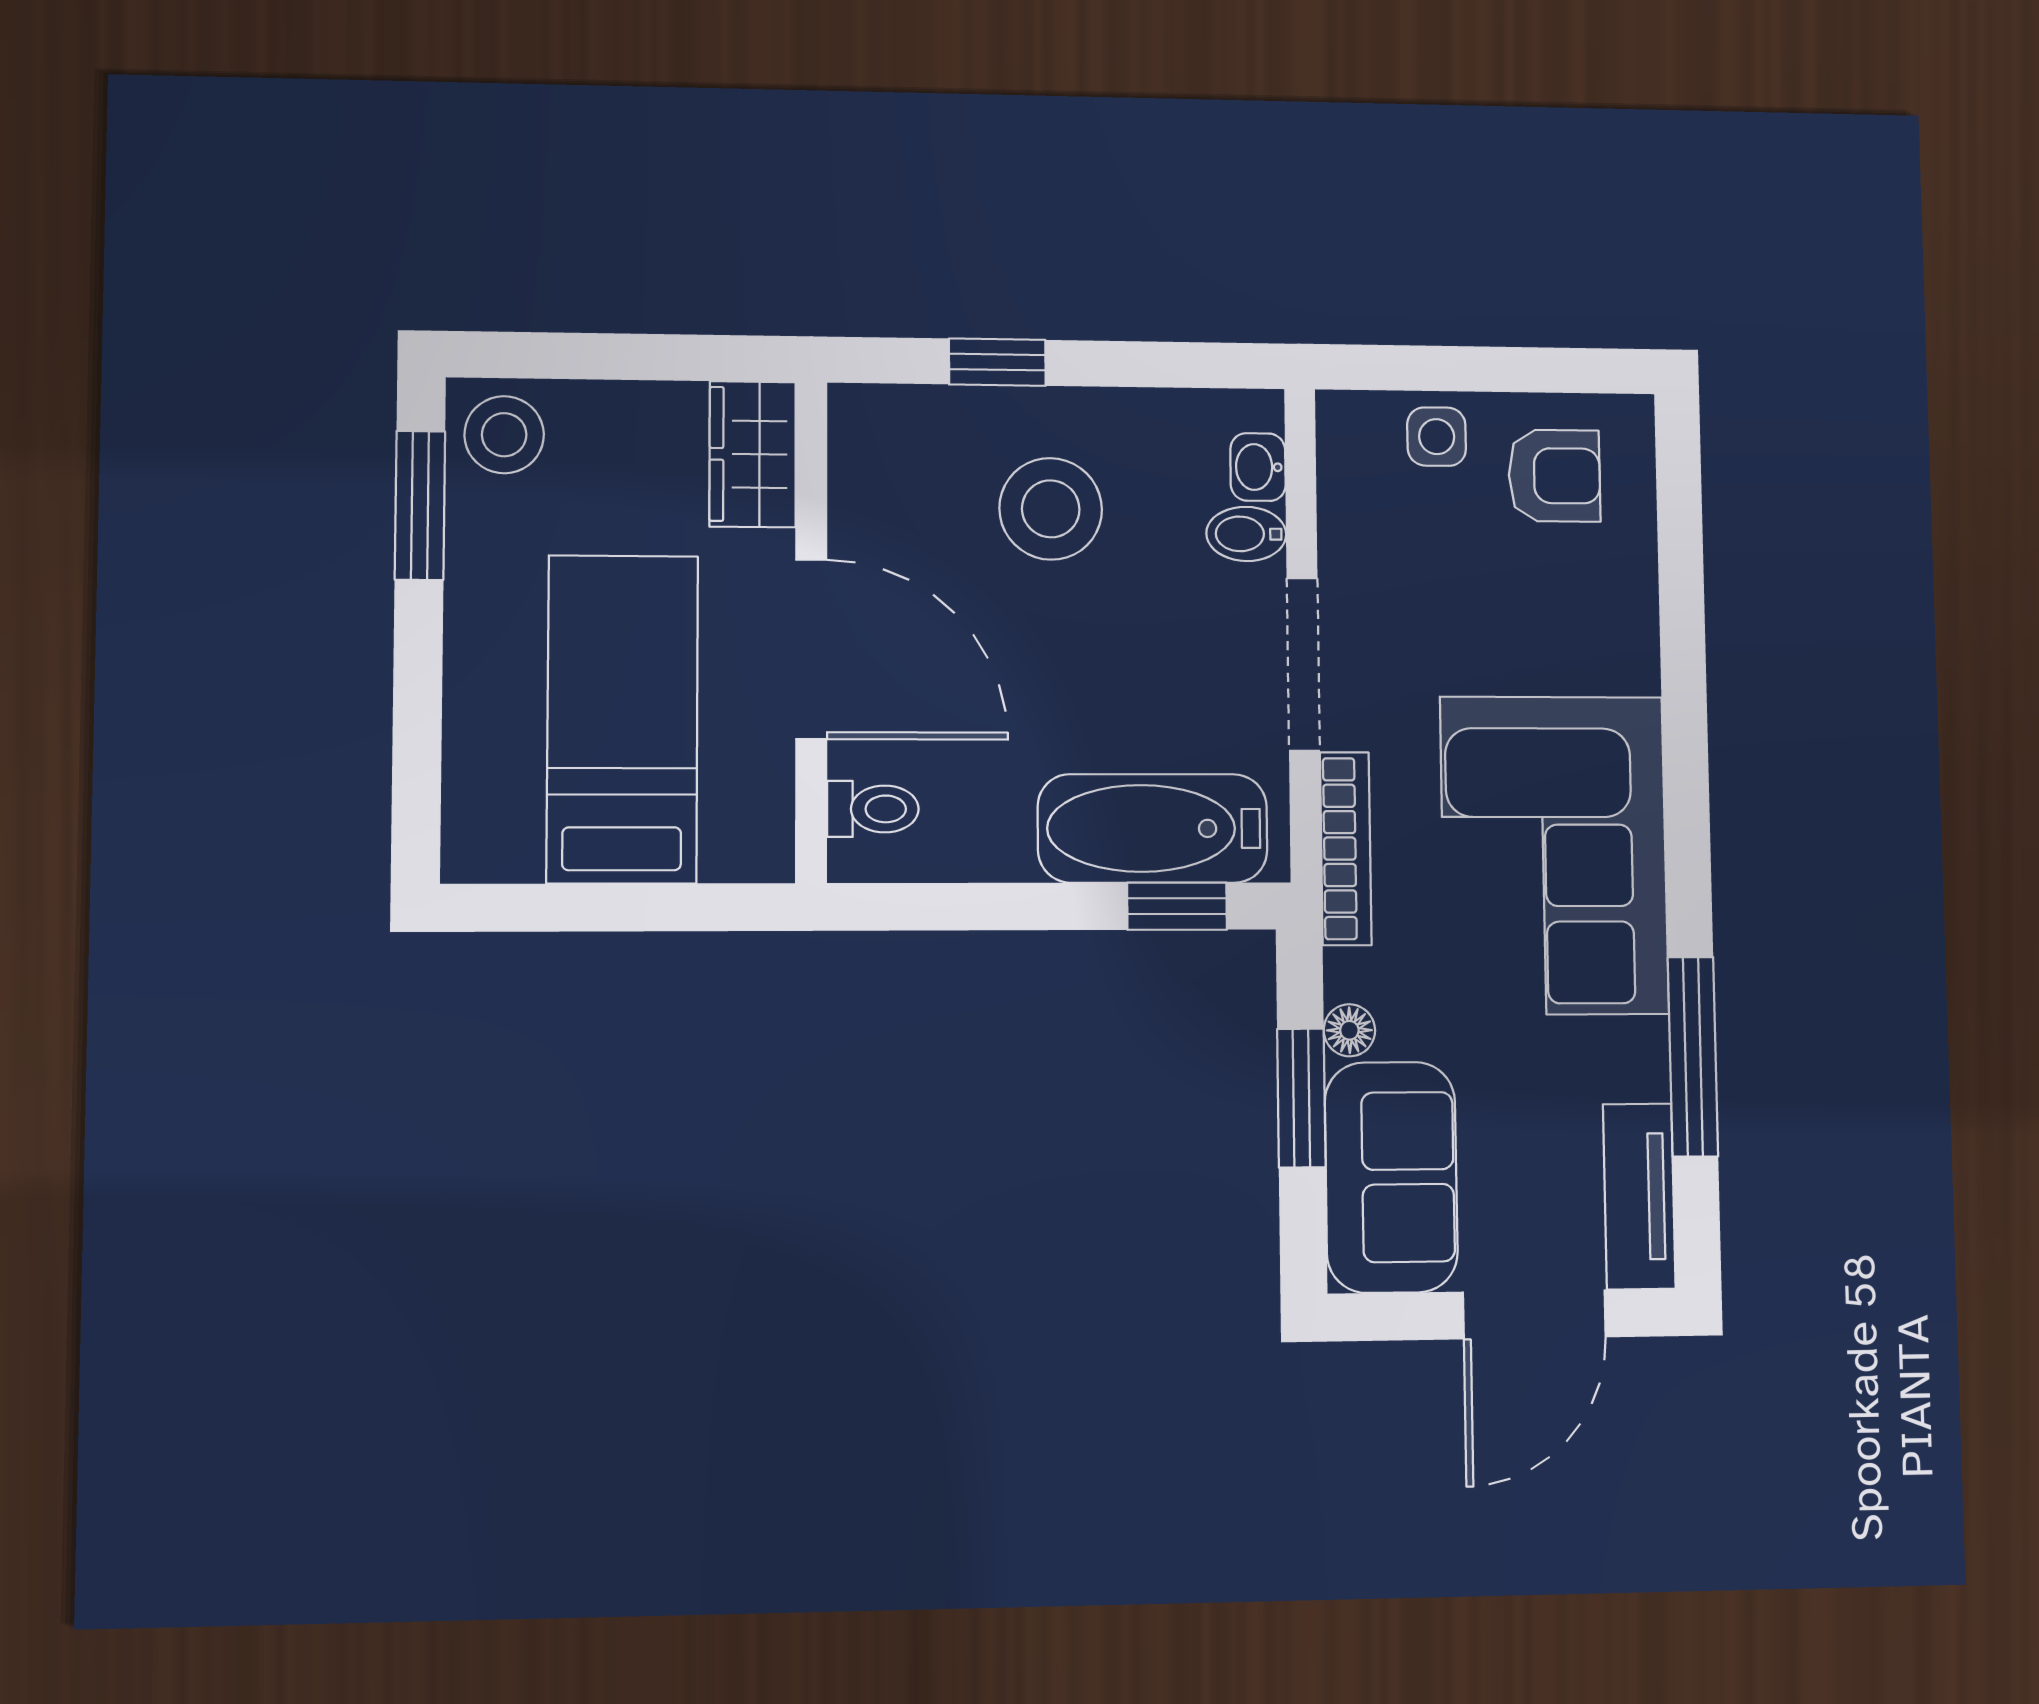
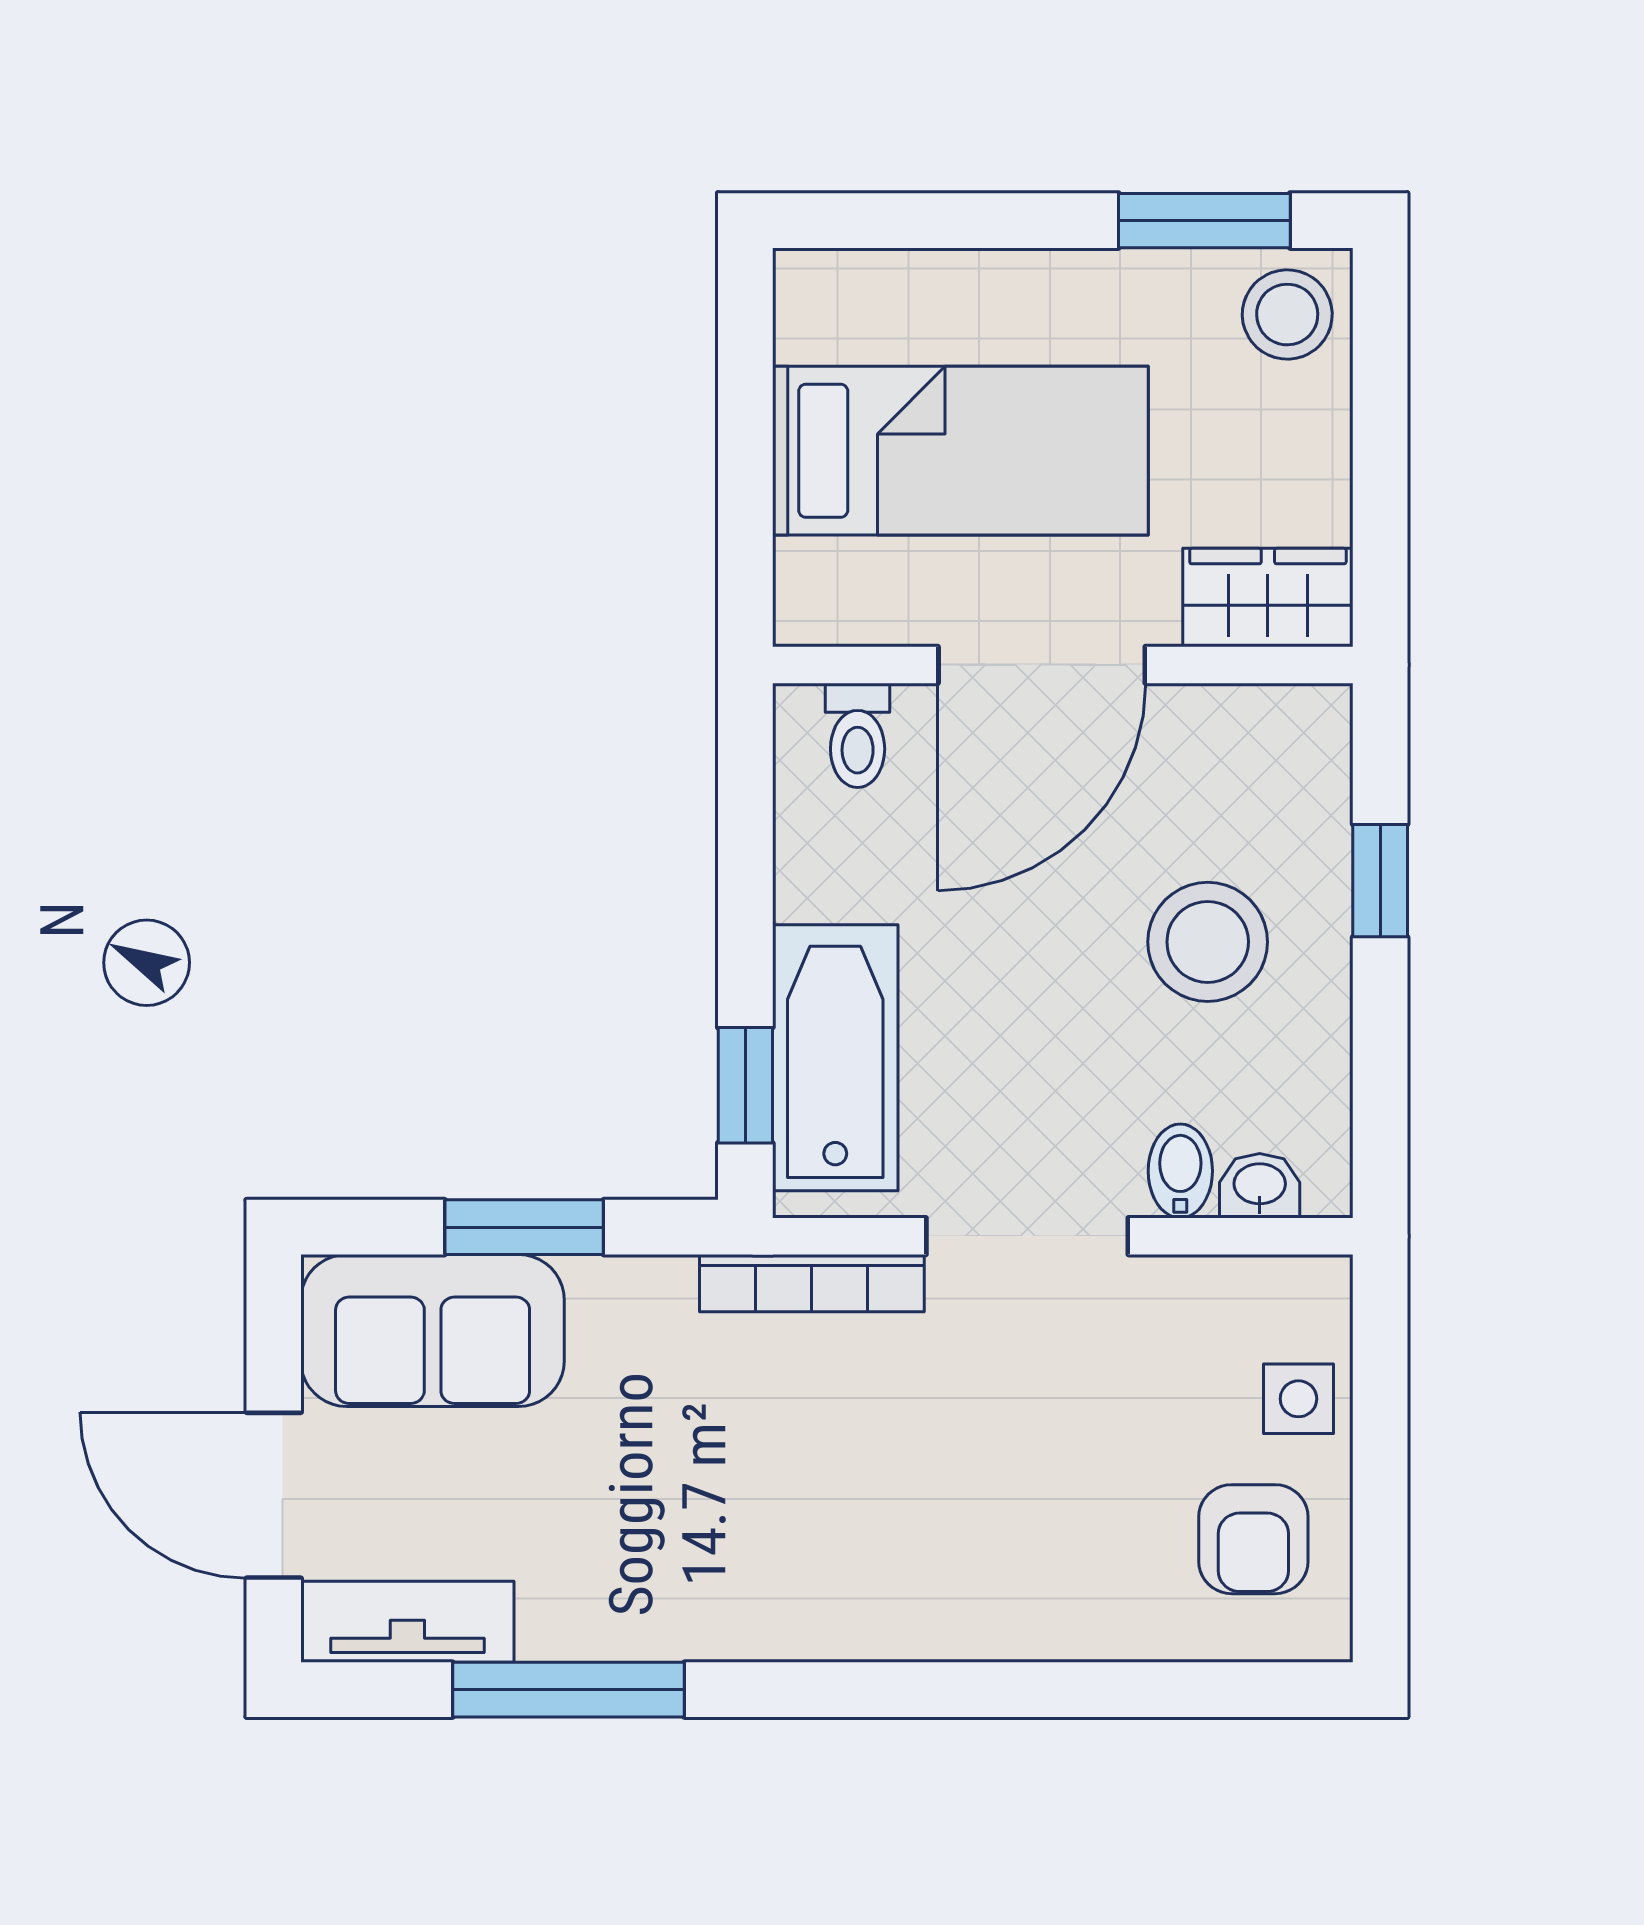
corner sofa: (1554, 855) -> (804, 1530), removed
floor lamp: (1349, 1030) -> (601, 1284), removed

